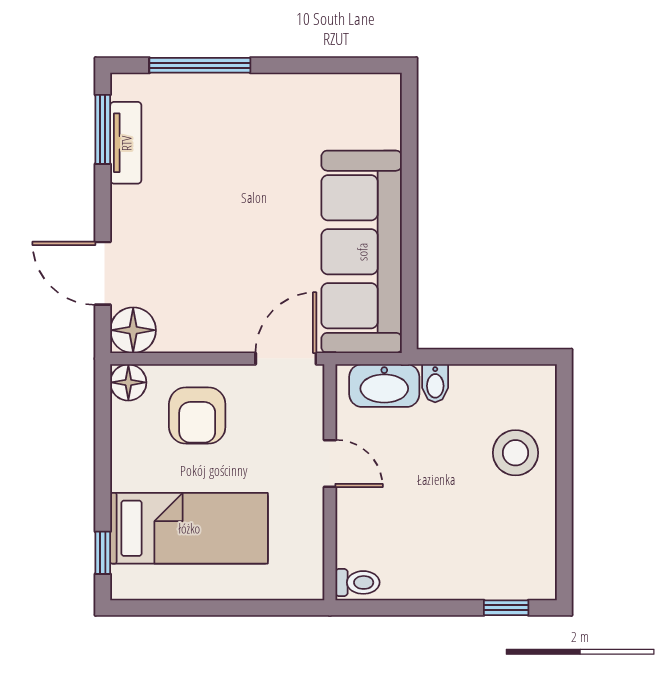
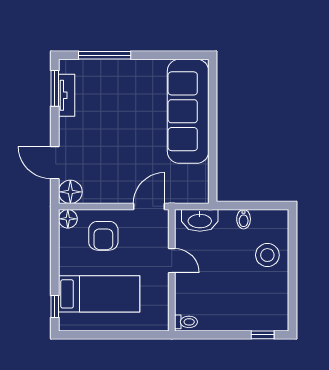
sofa: (362, 252) -> (188, 111), moved
bidet: (435, 383) -> (244, 219), moved

